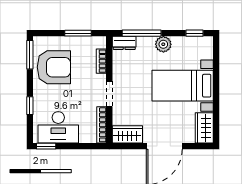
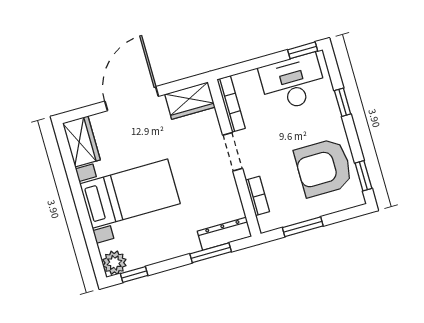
window: (142, 33) -> (211, 253), width x0.69
dresser: (124, 43) -> (224, 234), width x1.44
plant: (163, 44) -> (114, 263), moved
window: (30, 55) -> (363, 176), width x0.67

